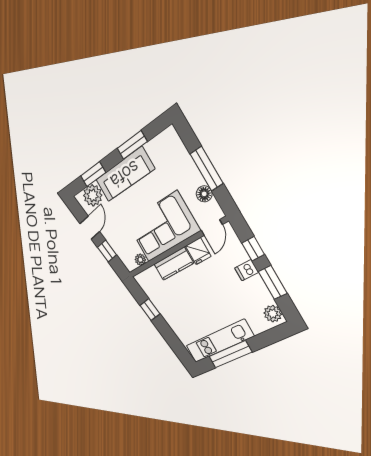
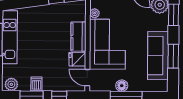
sofa: (125, 174) -> (158, 56), moved
floor lamp: (204, 194) -> (122, 86), moved
dishwasher: (247, 270) -> (36, 84), moved

